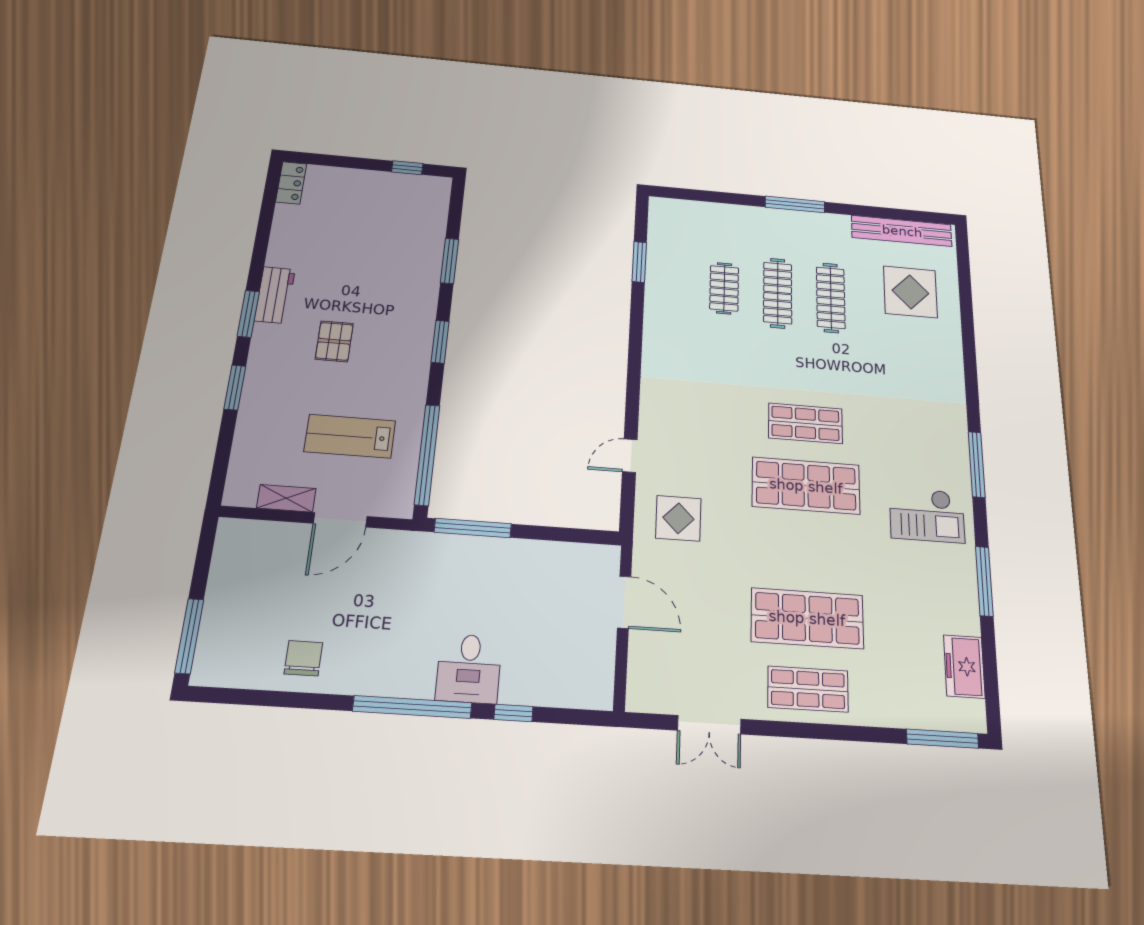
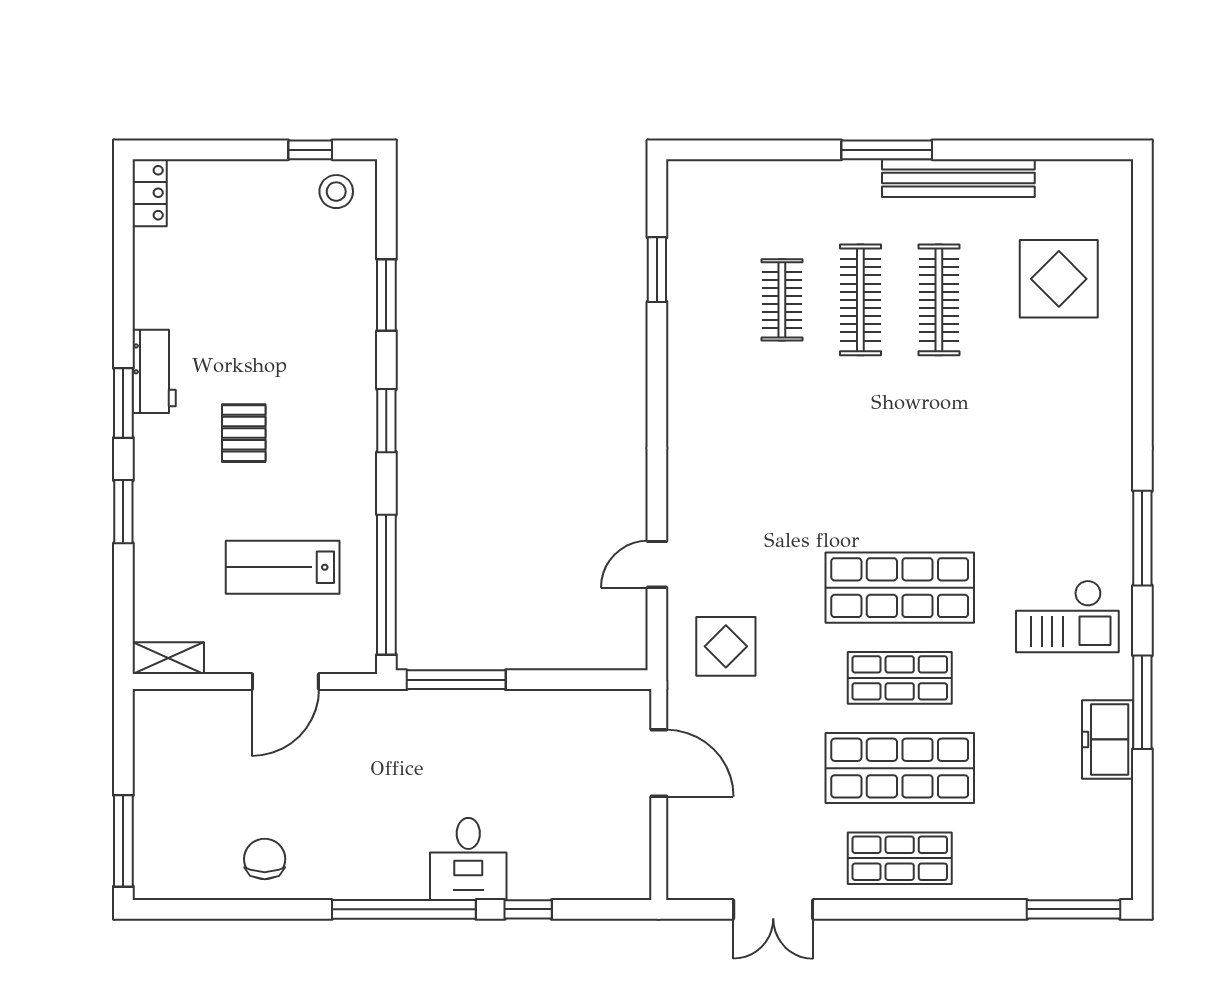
stool: (422, 194) -> (336, 192), added
bench: (902, 231) -> (958, 178), moved
shop shelf: (805, 423) -> (900, 678), moved
shelving: (286, 498) -> (168, 658), moved
freezer: (964, 667) -> (1108, 739), moved

